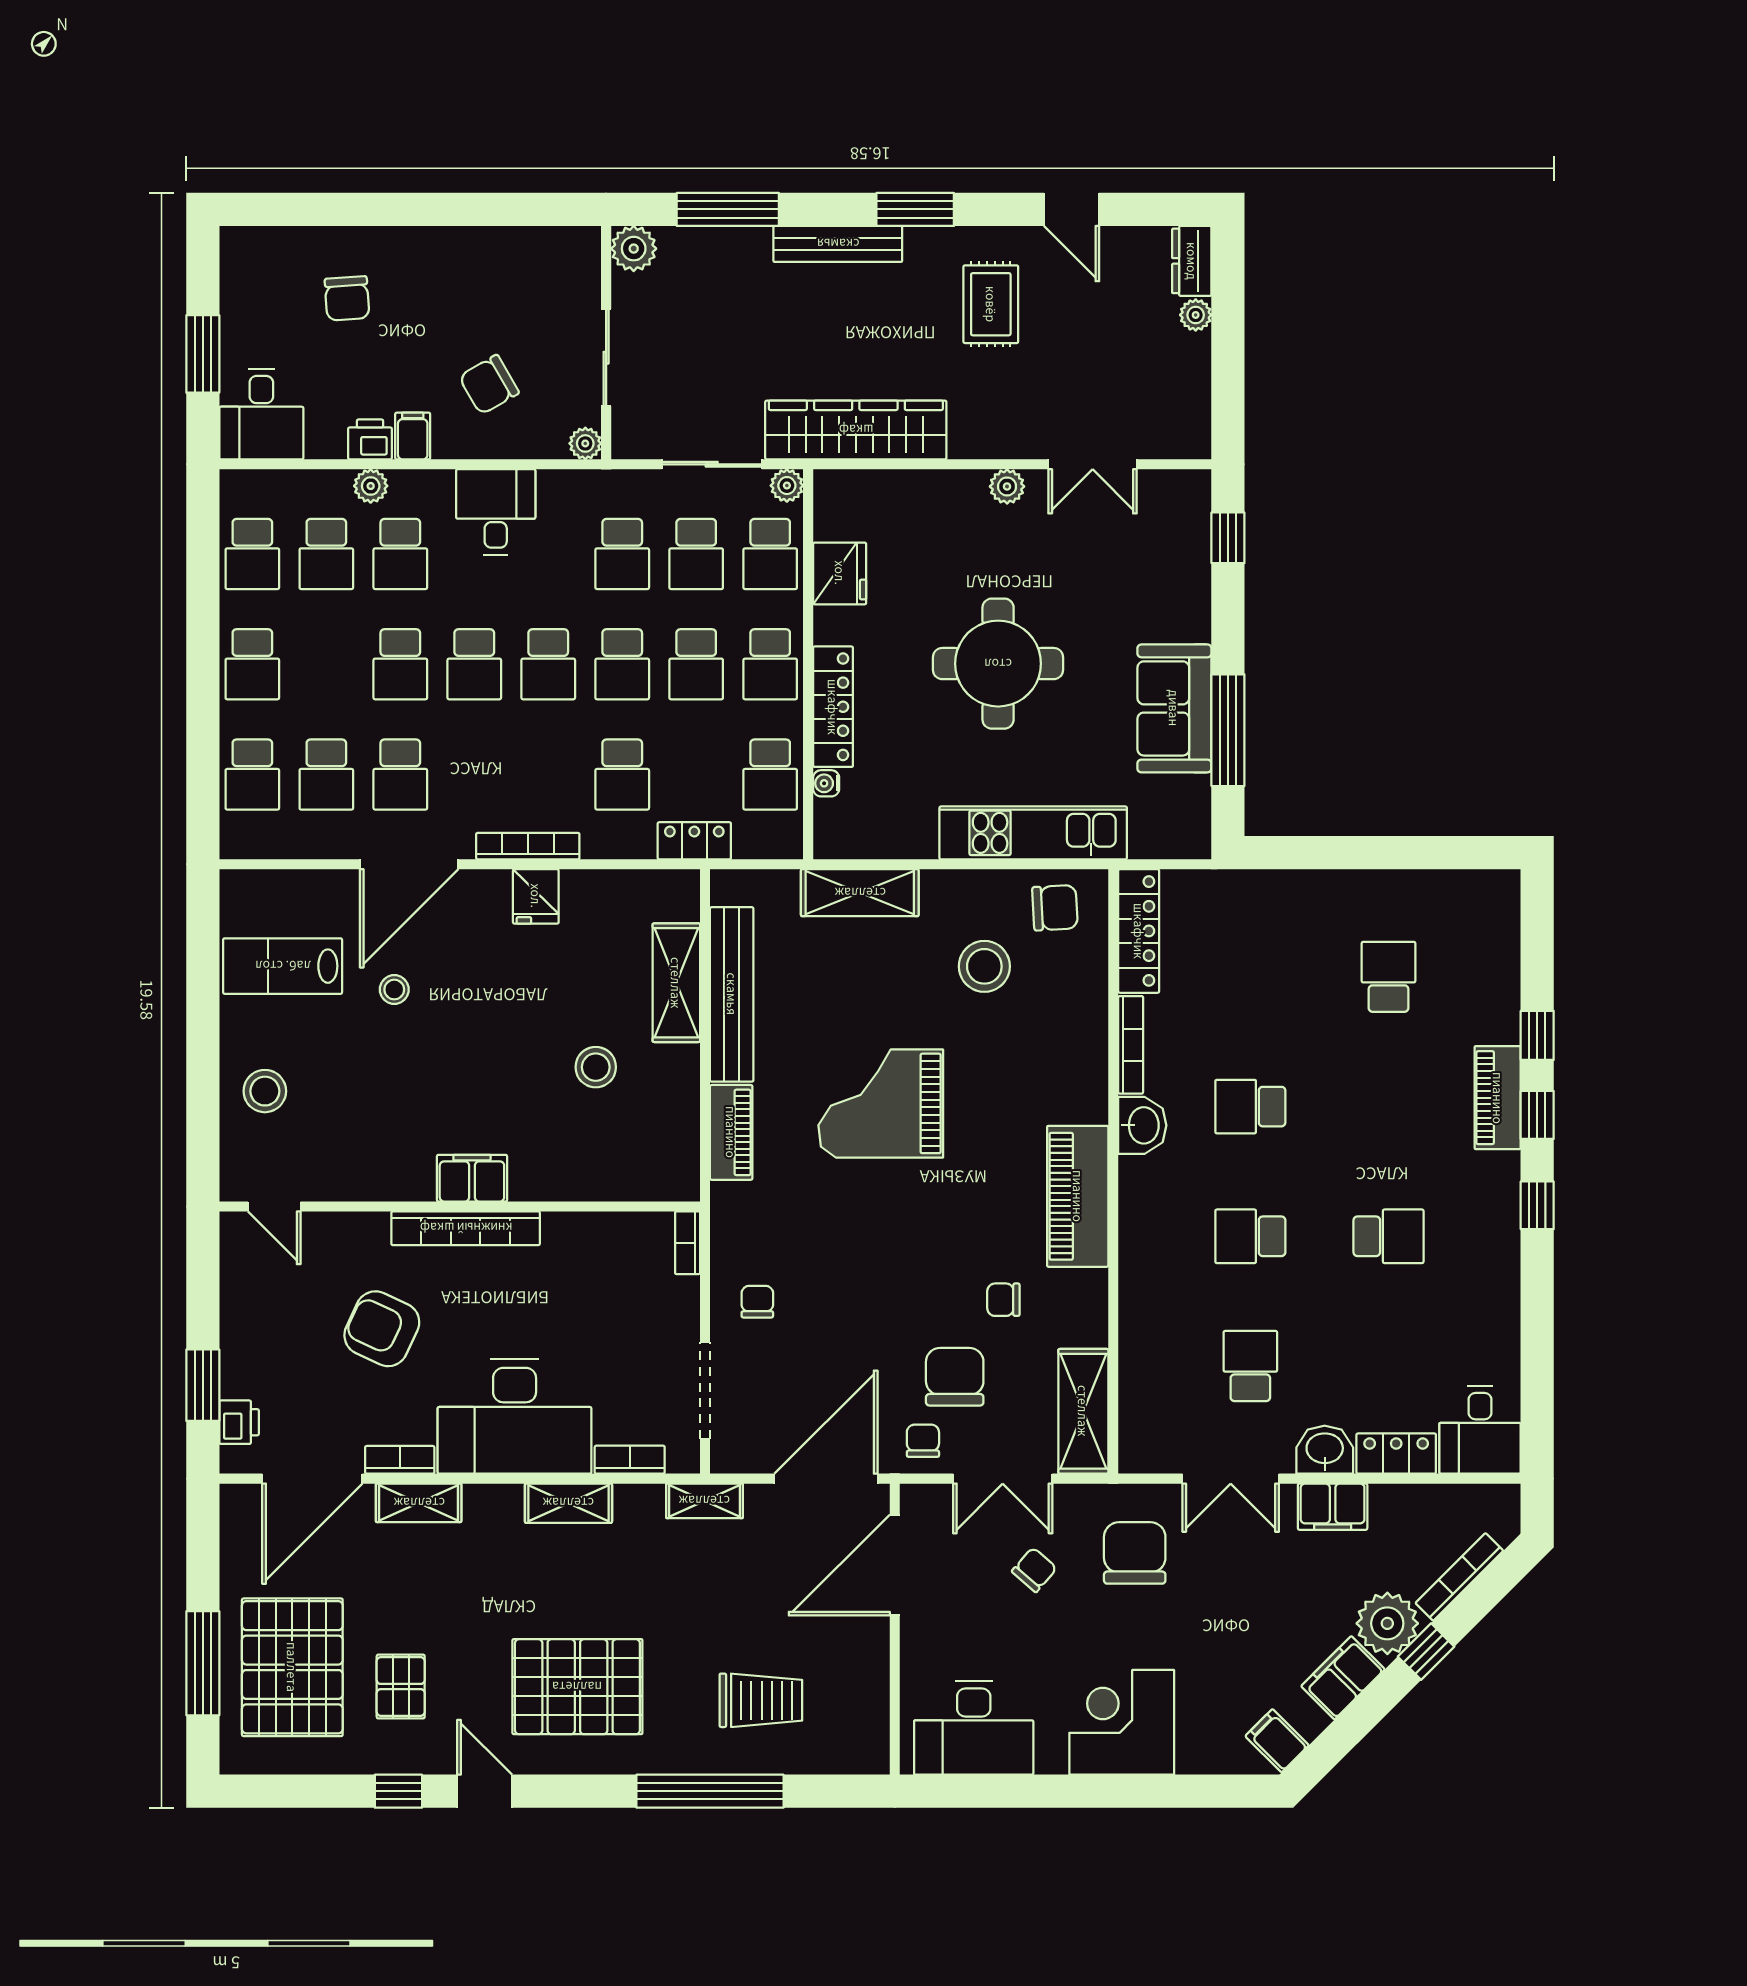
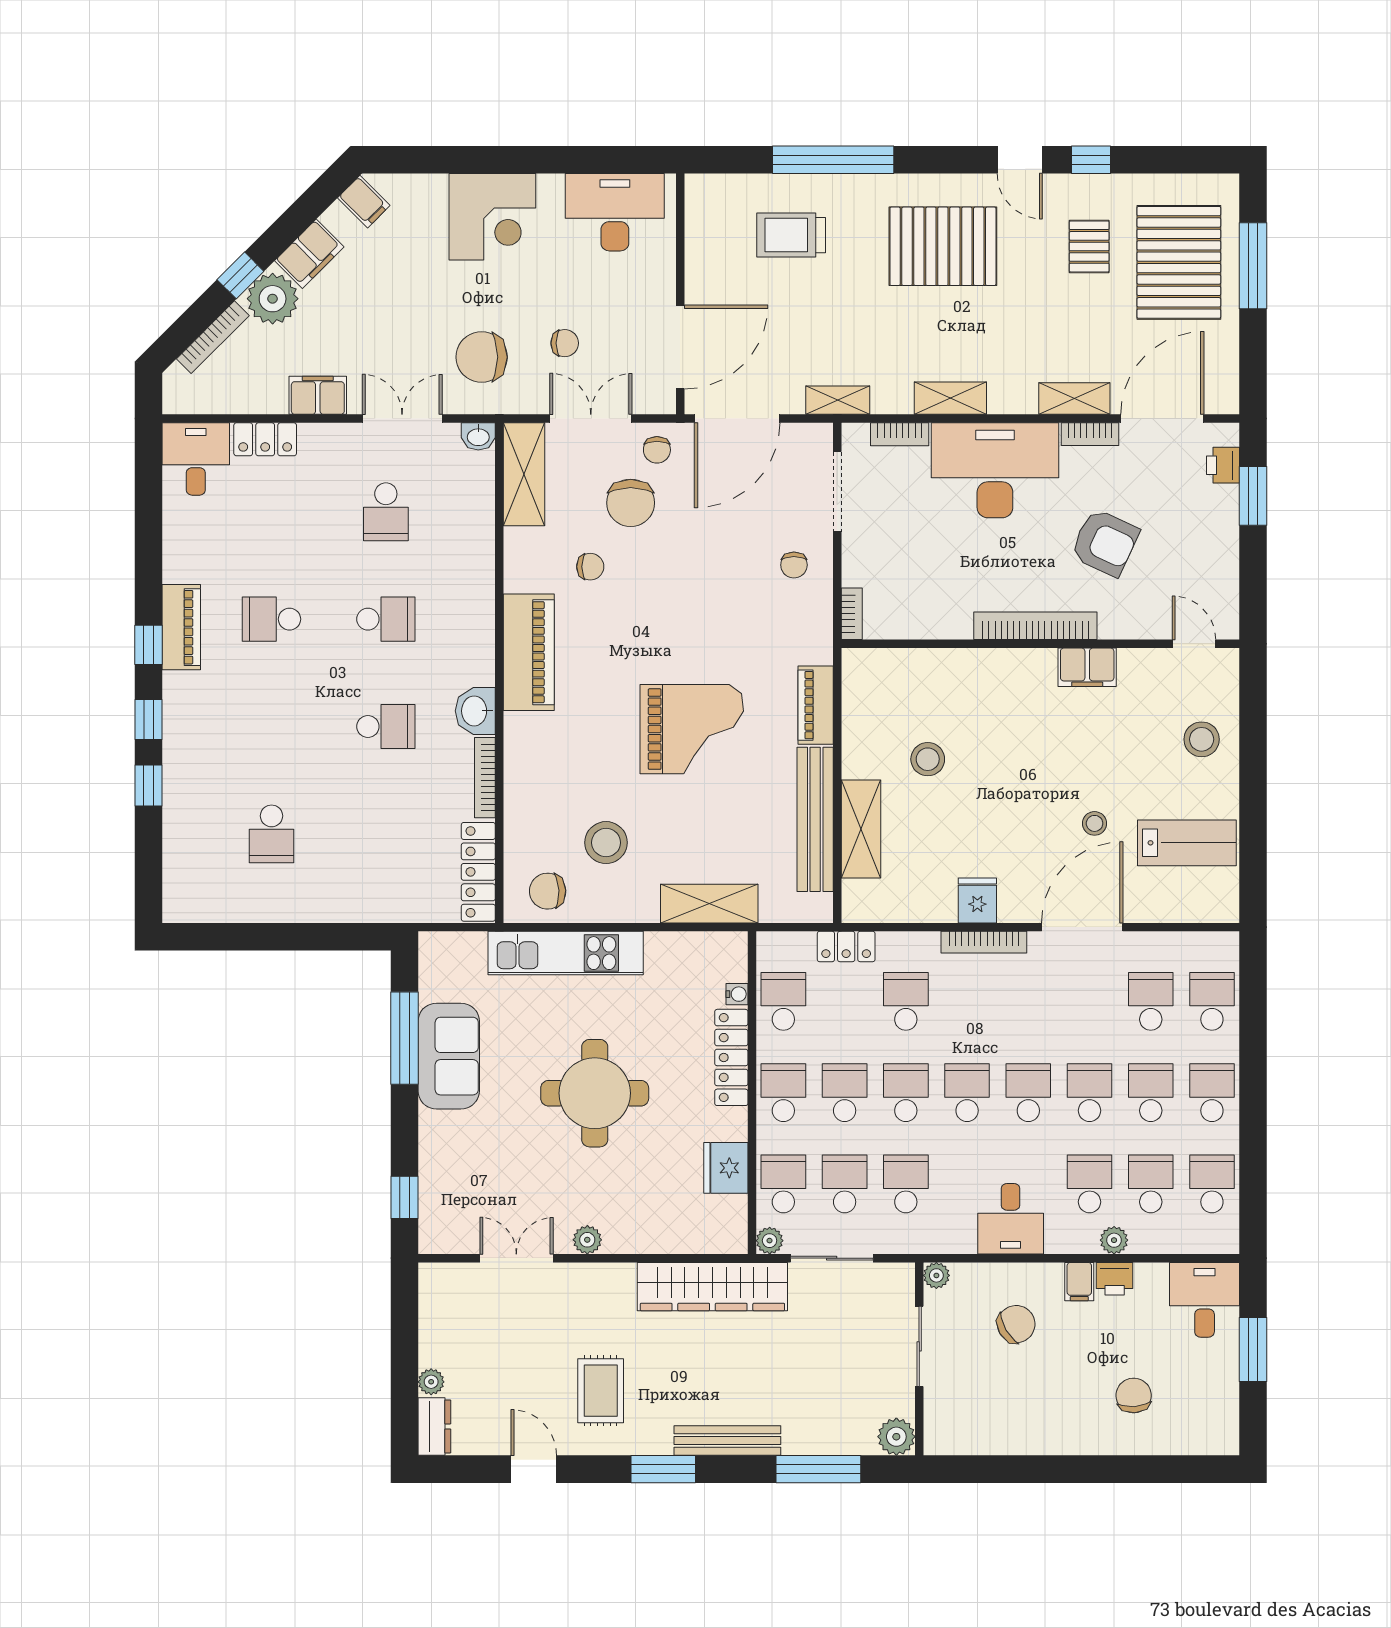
school desk: (400, 775) -> (1151, 1093), moved
piano: (1498, 1098) -> (181, 627), moved
filing cabinet: (472, 1178) -> (1087, 667), moved
washbasin: (1325, 1450) -> (478, 436), moved, width x0.72, depth x0.69
chair: (1135, 1553) -> (482, 357), turned 90
chair: (1034, 1570) -> (565, 343), turned -131

